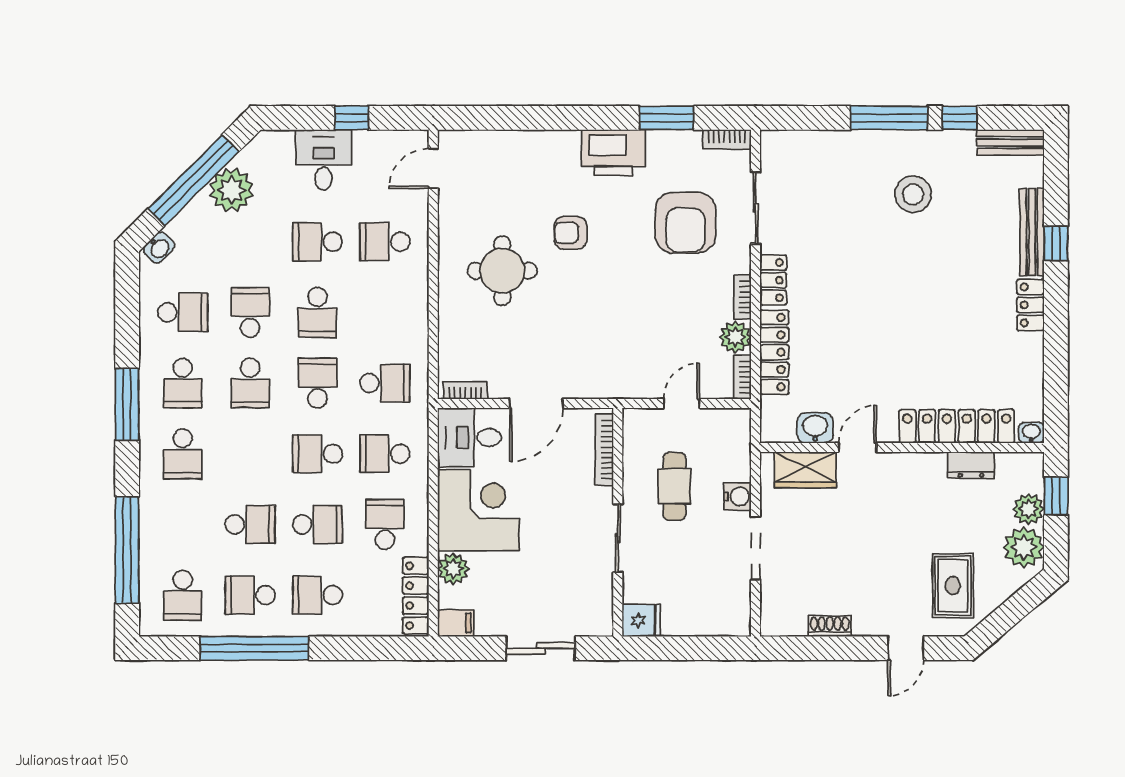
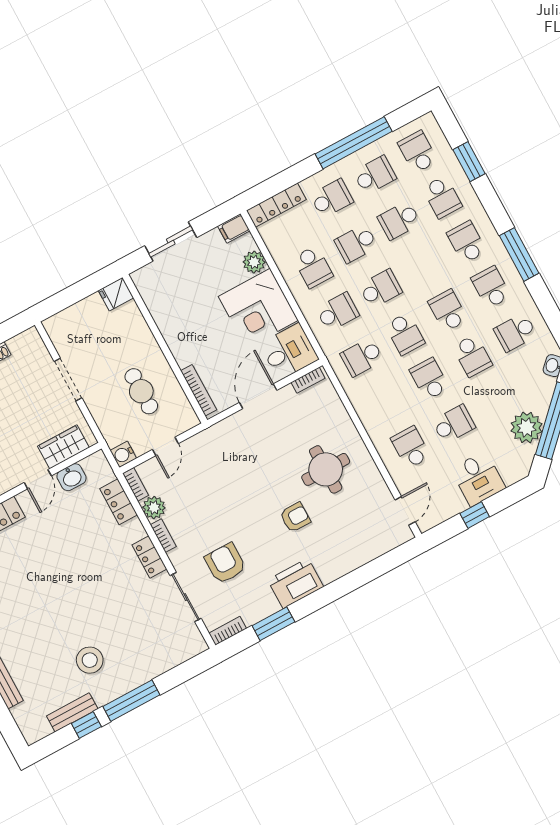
bench: (1011, 142) -> (72, 712), moved
armchair: (685, 223) -> (225, 563), width x0.73, depth x0.73
school desk: (385, 242) -> (411, 447), turned -90
locker: (774, 352) -> (119, 502), width x0.66
water cooler: (738, 496) -> (123, 454), moved
school desk: (183, 524) -> (442, 197), added
sliding door: (618, 538) -> (159, 339), removed
window: (127, 550) -> (469, 162), width x0.47
locker: (416, 596) -> (276, 205), moved, turned 90

